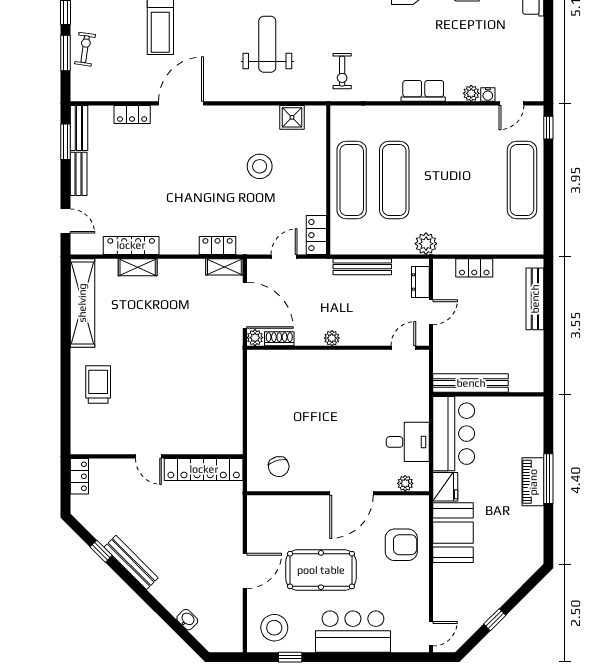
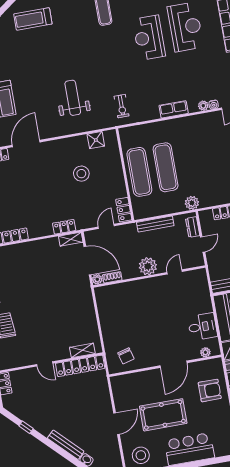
shelving: (138, 267) -> (82, 350), moved
plant: (332, 338) -> (148, 266), width x1.87, depth x1.87
door: (403, 348) -> (175, 272), moved
bench: (131, 562) -> (66, 445), moved

